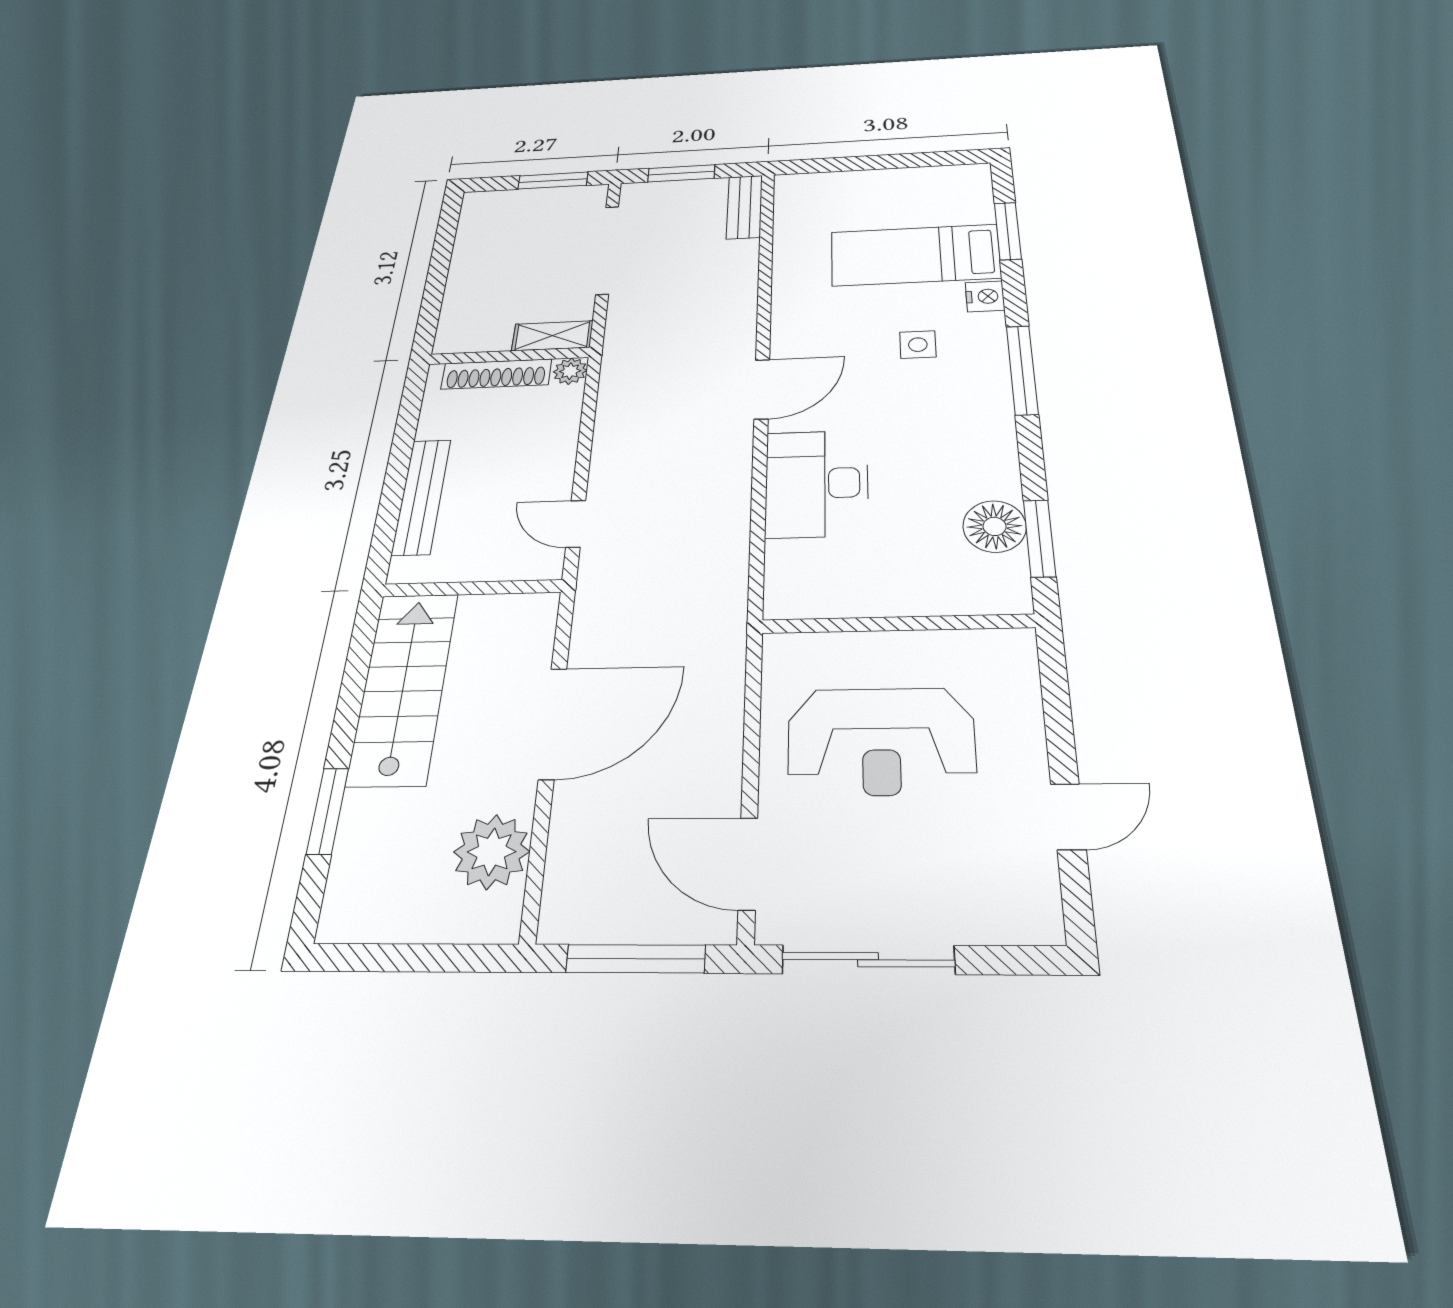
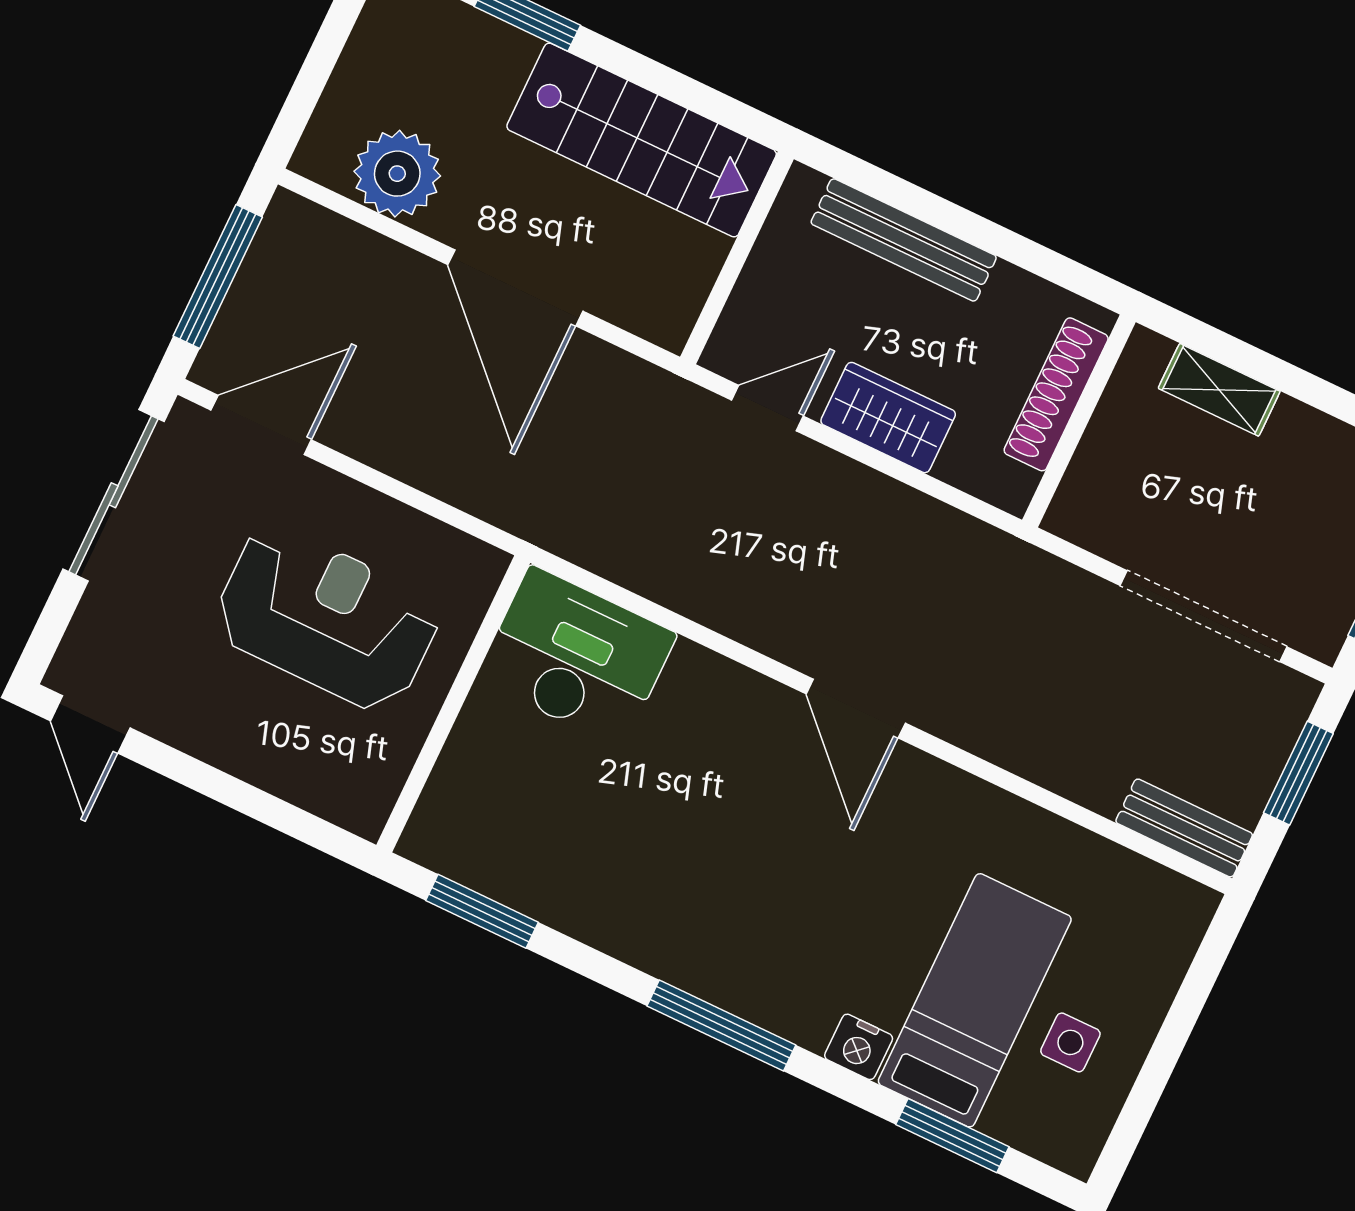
shelving: (552, 336) -> (1219, 390), moved, turned 90
side table: (918, 345) -> (1070, 1042), moved
plant: (570, 371) -> (1011, 488), removed
wardrobe: (552, 454) -> (888, 418), added
desk: (817, 483) -> (577, 657), moved
floor lamp: (995, 526) -> (522, 872), removed
reception desk: (881, 741) -> (326, 618), turned 90
door: (1068, 817) -> (90, 724), moved

